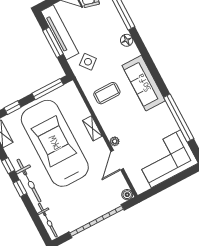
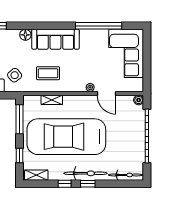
floor lamp: (127, 40) -> (25, 35), moved
coffee table: (107, 93) -> (48, 73), turned 90
shelving: (92, 128) -> (52, 100), moved

